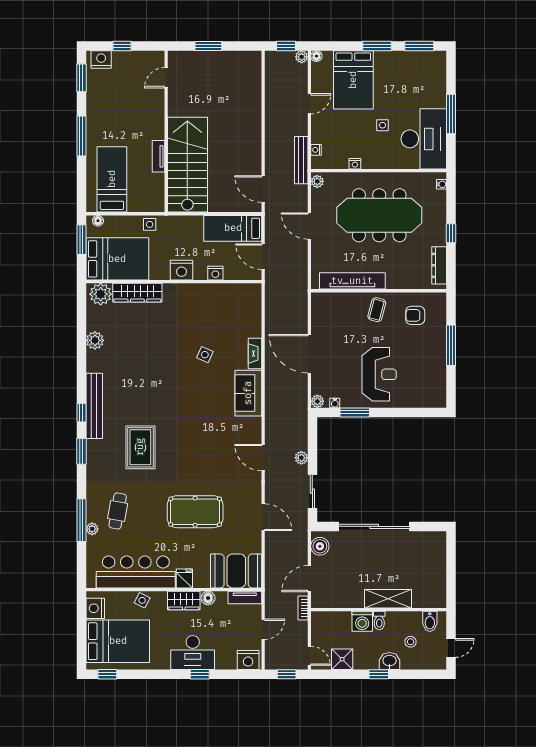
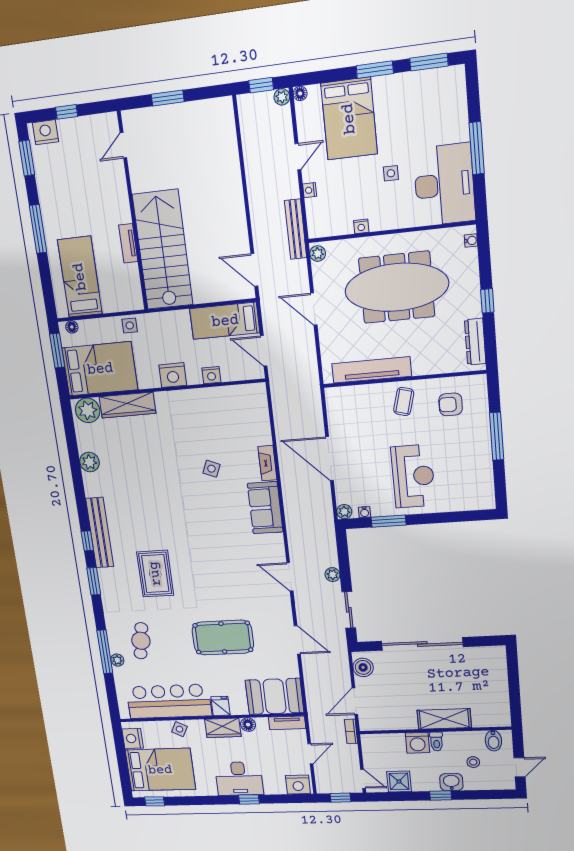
nightstand: (316, 150) -> (310, 190), moved

